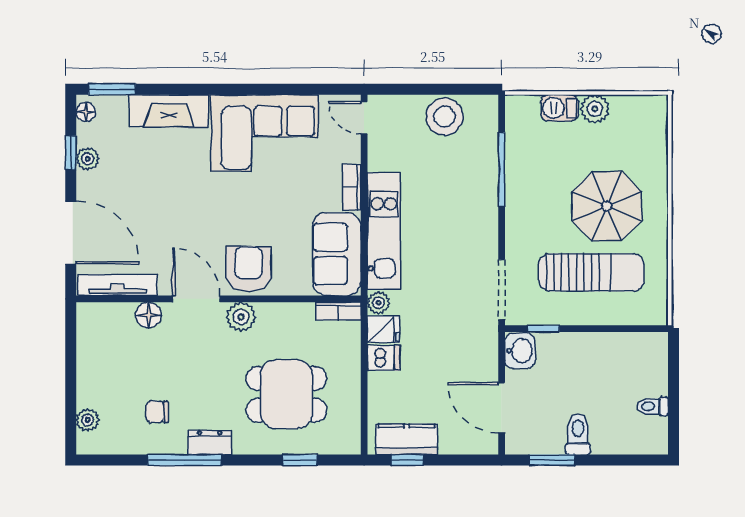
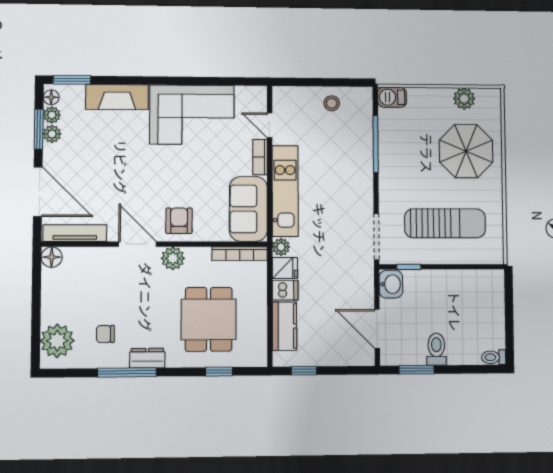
barbecue: (560, 108) -> (392, 97), moved
plant: (595, 109) -> (464, 99), moved
stool: (445, 117) -> (332, 103), width x0.53, depth x0.53
door: (364, 118) -> (270, 125), moved
plant: (87, 135) -> (52, 115), added
window: (71, 153) -> (39, 129), width x1.50
parasol: (607, 206) -> (466, 151), moved
armchair: (249, 269) -> (179, 221), width x0.72, depth x0.72
bookcase: (338, 311) -> (240, 254), width x1.56
floor lamp: (148, 315) -> (52, 257), moved
dining table: (286, 394) -> (209, 319), turned 90
toilet: (652, 406) -> (494, 357), moved
plant: (88, 420) -> (57, 341), width x1.88, depth x1.88
kitchen counter: (407, 439) -> (284, 326), moved, turned 90

